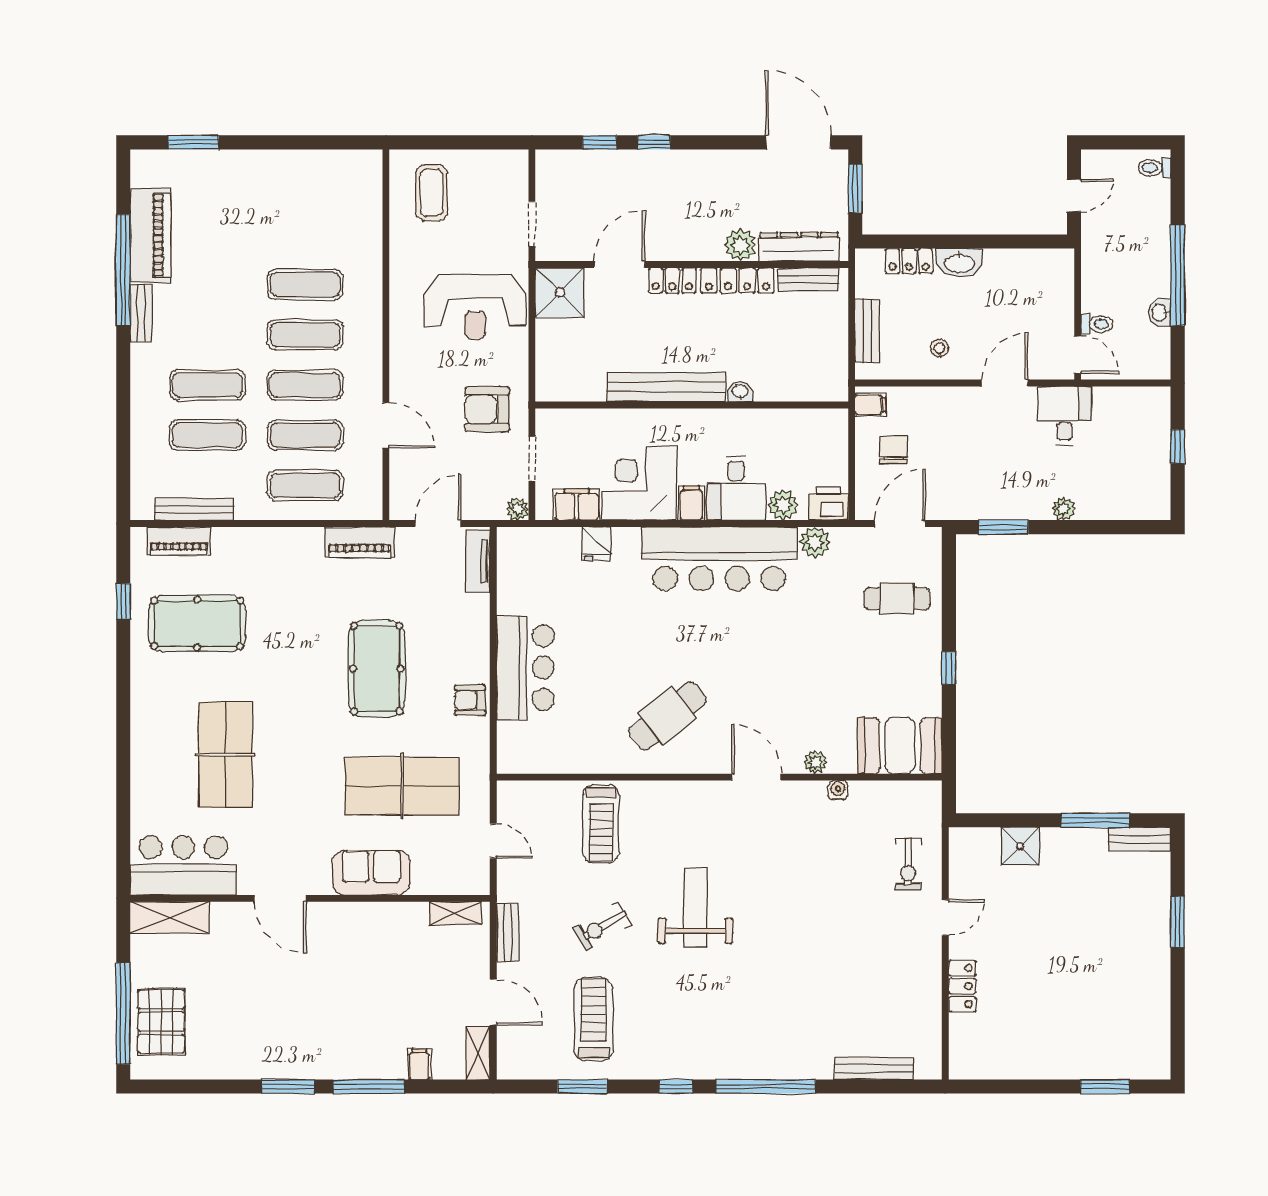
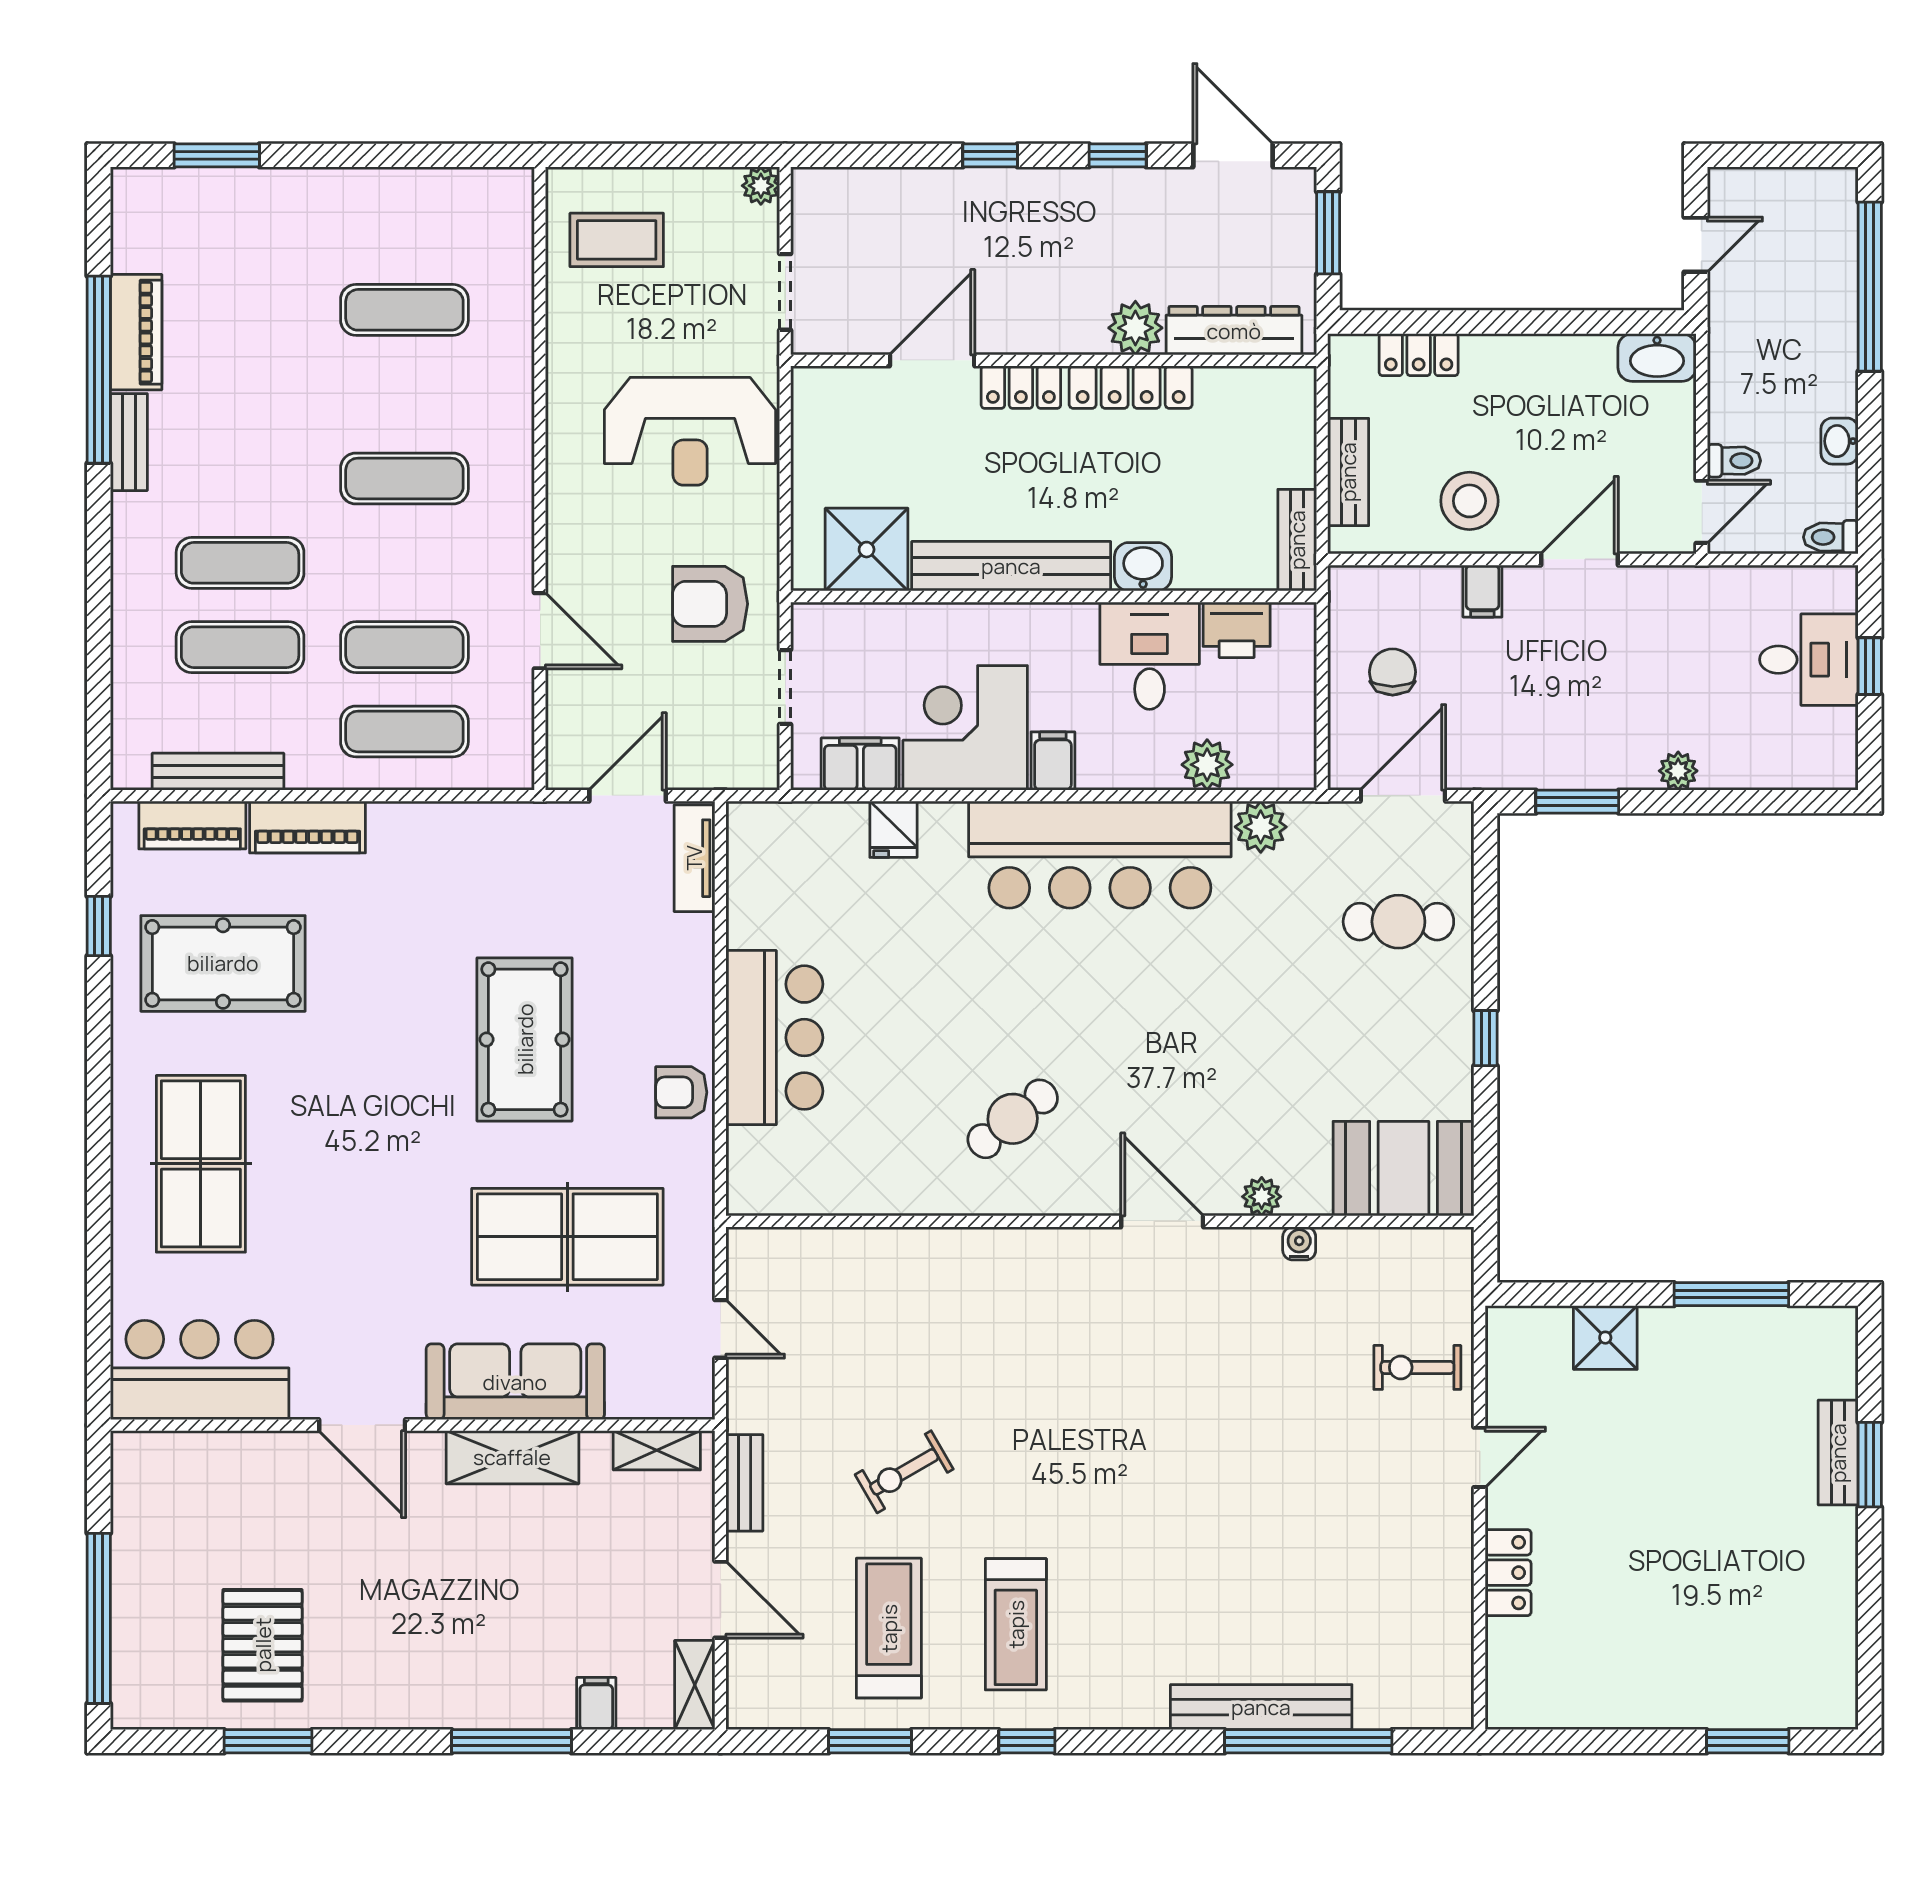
window: (599, 142) -> (1118, 155), moved
door: (798, 142) -> (1233, 155), width x0.73
toilet: (1154, 168) -> (1831, 537), moved
coffee table: (432, 193) -> (617, 240), turned 90
piano: (150, 235) -> (136, 332), width x0.73, depth x0.75
washbasin: (959, 263) -> (1657, 358), moved
window: (1178, 275) -> (1870, 287), moved
bench: (808, 279) -> (1297, 540), moved, turned 90
exercise mat: (305, 285) -> (404, 310), moved
shower: (560, 292) -> (867, 550), moved
stool: (939, 348) -> (1469, 501), width x1.89, depth x1.89
door: (1078, 355) -> (1702, 512), hinge flipped
exercise mat: (305, 385) -> (404, 563), removed
washbasin: (740, 392) -> (1143, 567), width x1.38, depth x1.45
filing cabinet: (870, 405) -> (1482, 591), moved, turned 90
desk: (1064, 416) -> (1809, 660), moved, turned 90
desk: (736, 488) -> (1150, 656), moved, turned 180
printer: (828, 504) -> (1237, 630), moved, turned 180
plant: (517, 509) -> (761, 186), moved
piano: (360, 542) -> (308, 827), moved
cafe table: (667, 716) -> (1013, 1119), width x0.73, depth x0.74
table tennis table: (226, 755) -> (201, 1164), moved
treadmill: (601, 824) -> (1016, 1624), moved
bench: (1140, 839) -> (1838, 1453), moved, turned 90
exercise bike: (908, 864) -> (1417, 1367), turned 90
sofa: (371, 873) -> (515, 1382), width x1.36
weight bench: (695, 907) -> (1060, 1440), removed
shelving: (170, 917) -> (512, 1457), moved
pallet: (161, 1022) -> (263, 1645), moved
bench: (874, 1069) -> (1261, 1707), moved, width x1.37, depth x1.21
window: (288, 1087) -> (268, 1741), moved
window: (766, 1087) -> (1308, 1741), moved

